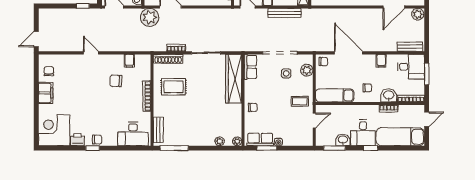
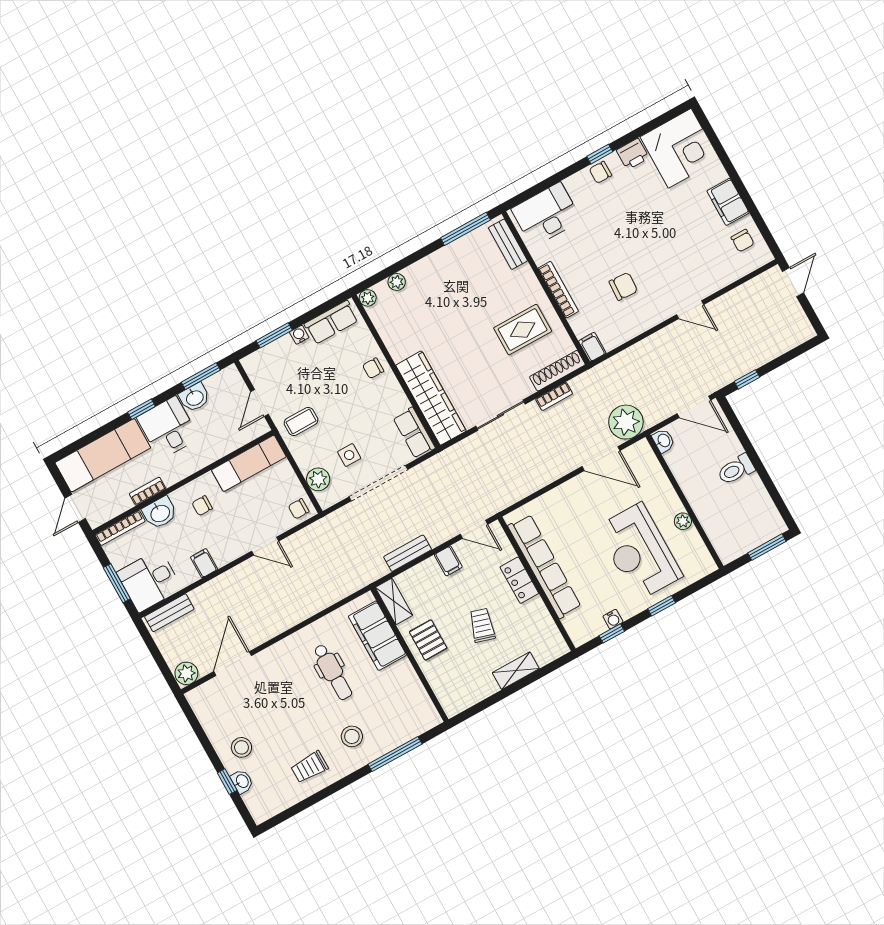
bench: (284, 13) -> (408, 553), width x0.73
door: (349, 53) -> (265, 546), width x0.53
filing cabinet: (129, 61) -> (592, 347), moved
window: (267, 148) -> (274, 335), moved

